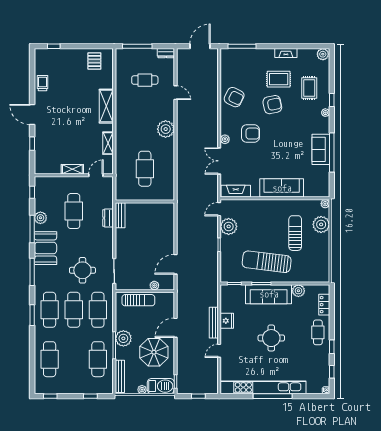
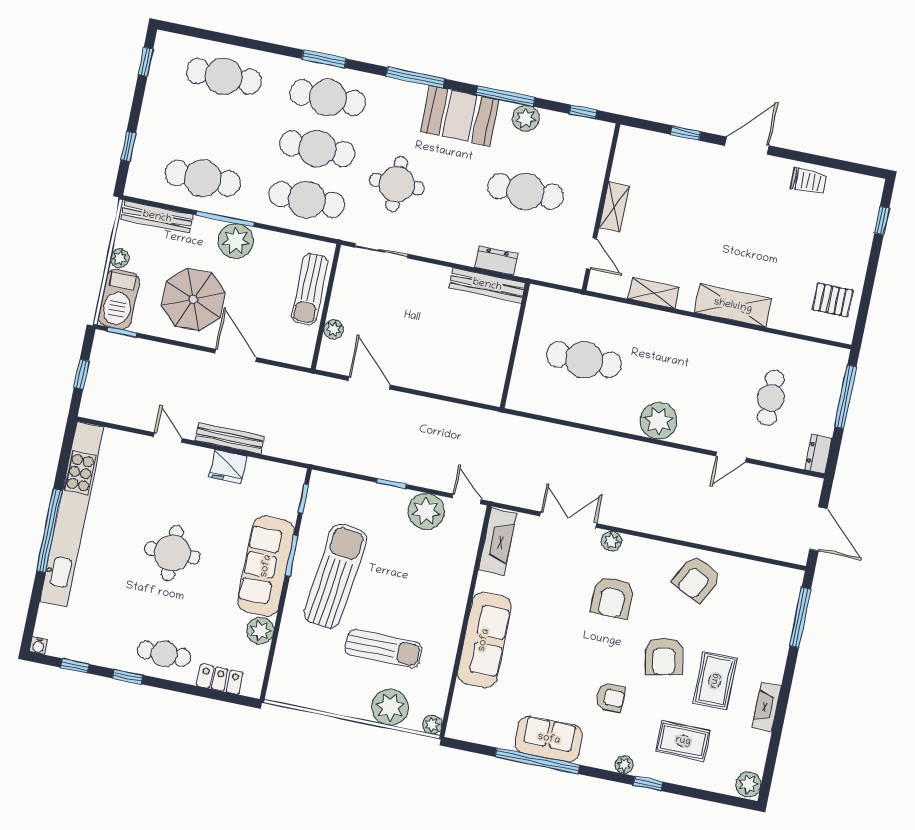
armchair: (296, 125) -> (610, 697), added
bench: (120, 215) -> (487, 285), width x1.36

